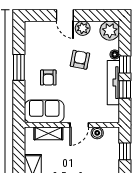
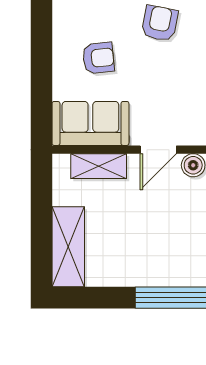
window: (19, 67) -> (41, 38), removed
armchair: (48, 78) -> (98, 58), turned -96

